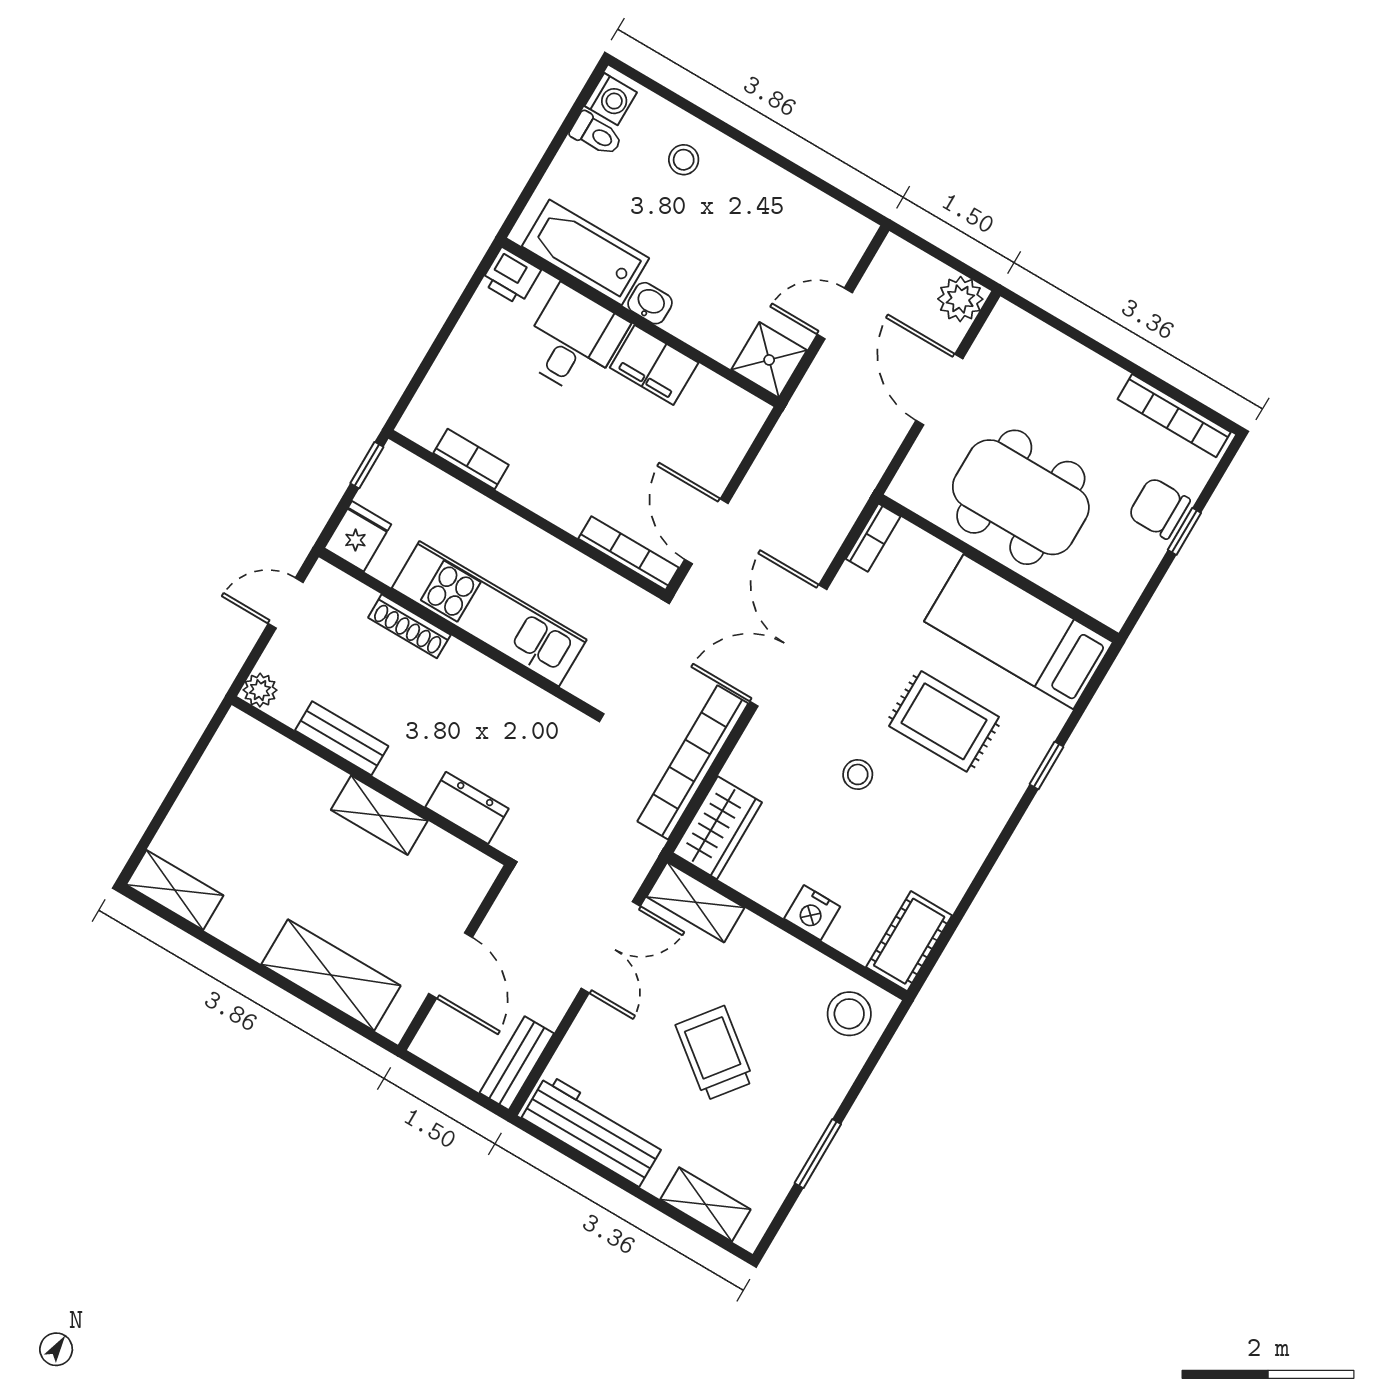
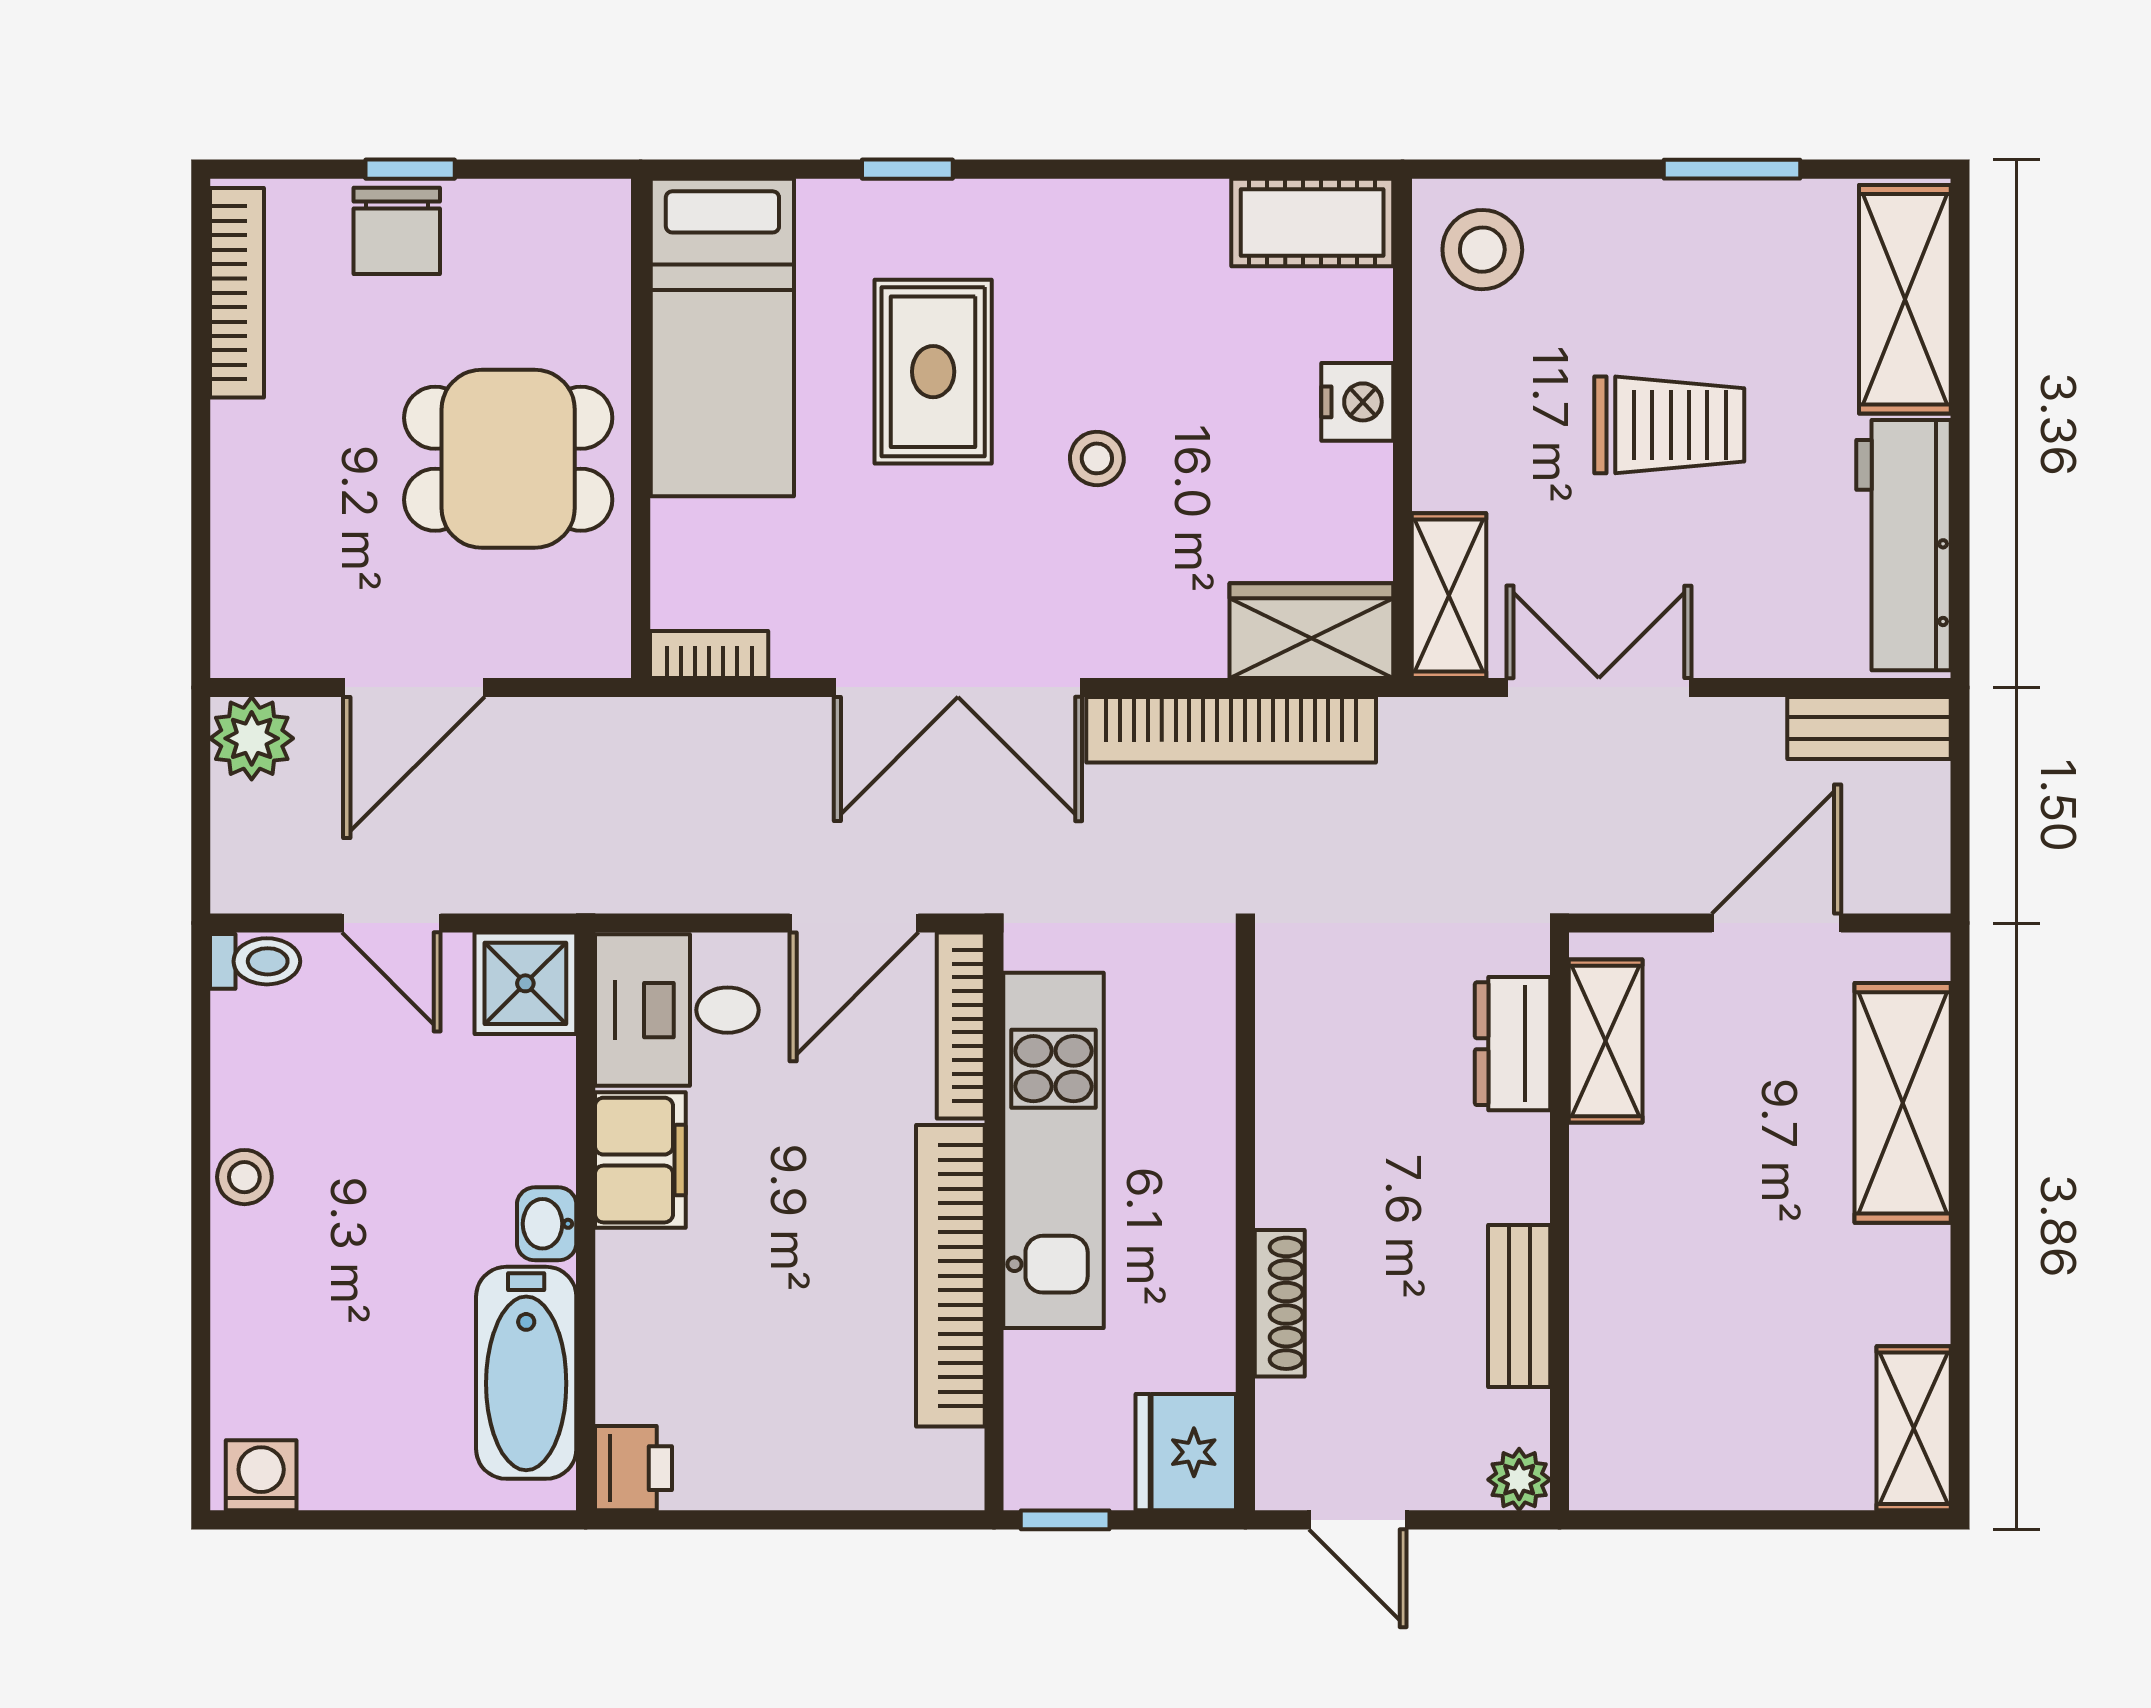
toilet: (596, 134) -> (255, 961), moved, turned 90
stool: (684, 160) -> (244, 1177), moved
desk: (573, 341) -> (677, 1010), moved
bookcase: (471, 459) -> (950, 1276), width x2.31, depth x1.31
dining table: (1021, 497) -> (508, 459), width x0.73
fridge: (358, 536) -> (1186, 1452), width x1.38
kitchen unit: (489, 614) -> (1054, 1150), moved, turned 180
shelving: (379, 815) -> (1606, 1041), moved
trolley: (715, 1053) -> (1669, 425), turned -128
shelving: (705, 1204) -> (1905, 299), width x1.50, depth x1.33

